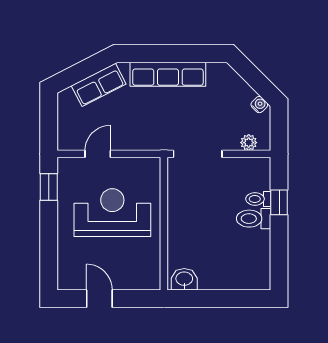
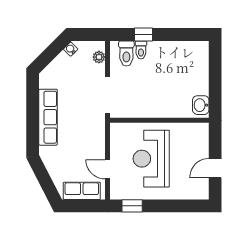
row of seats: (99, 85) -> (82, 191), moved, turned -63
toilet: (254, 219) -> (126, 53), moved

